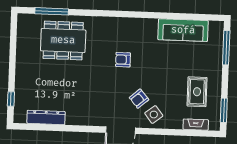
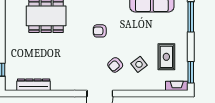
side table: (154, 115) -> (139, 64), moved
fireplace: (196, 125) -> (177, 86), moved

